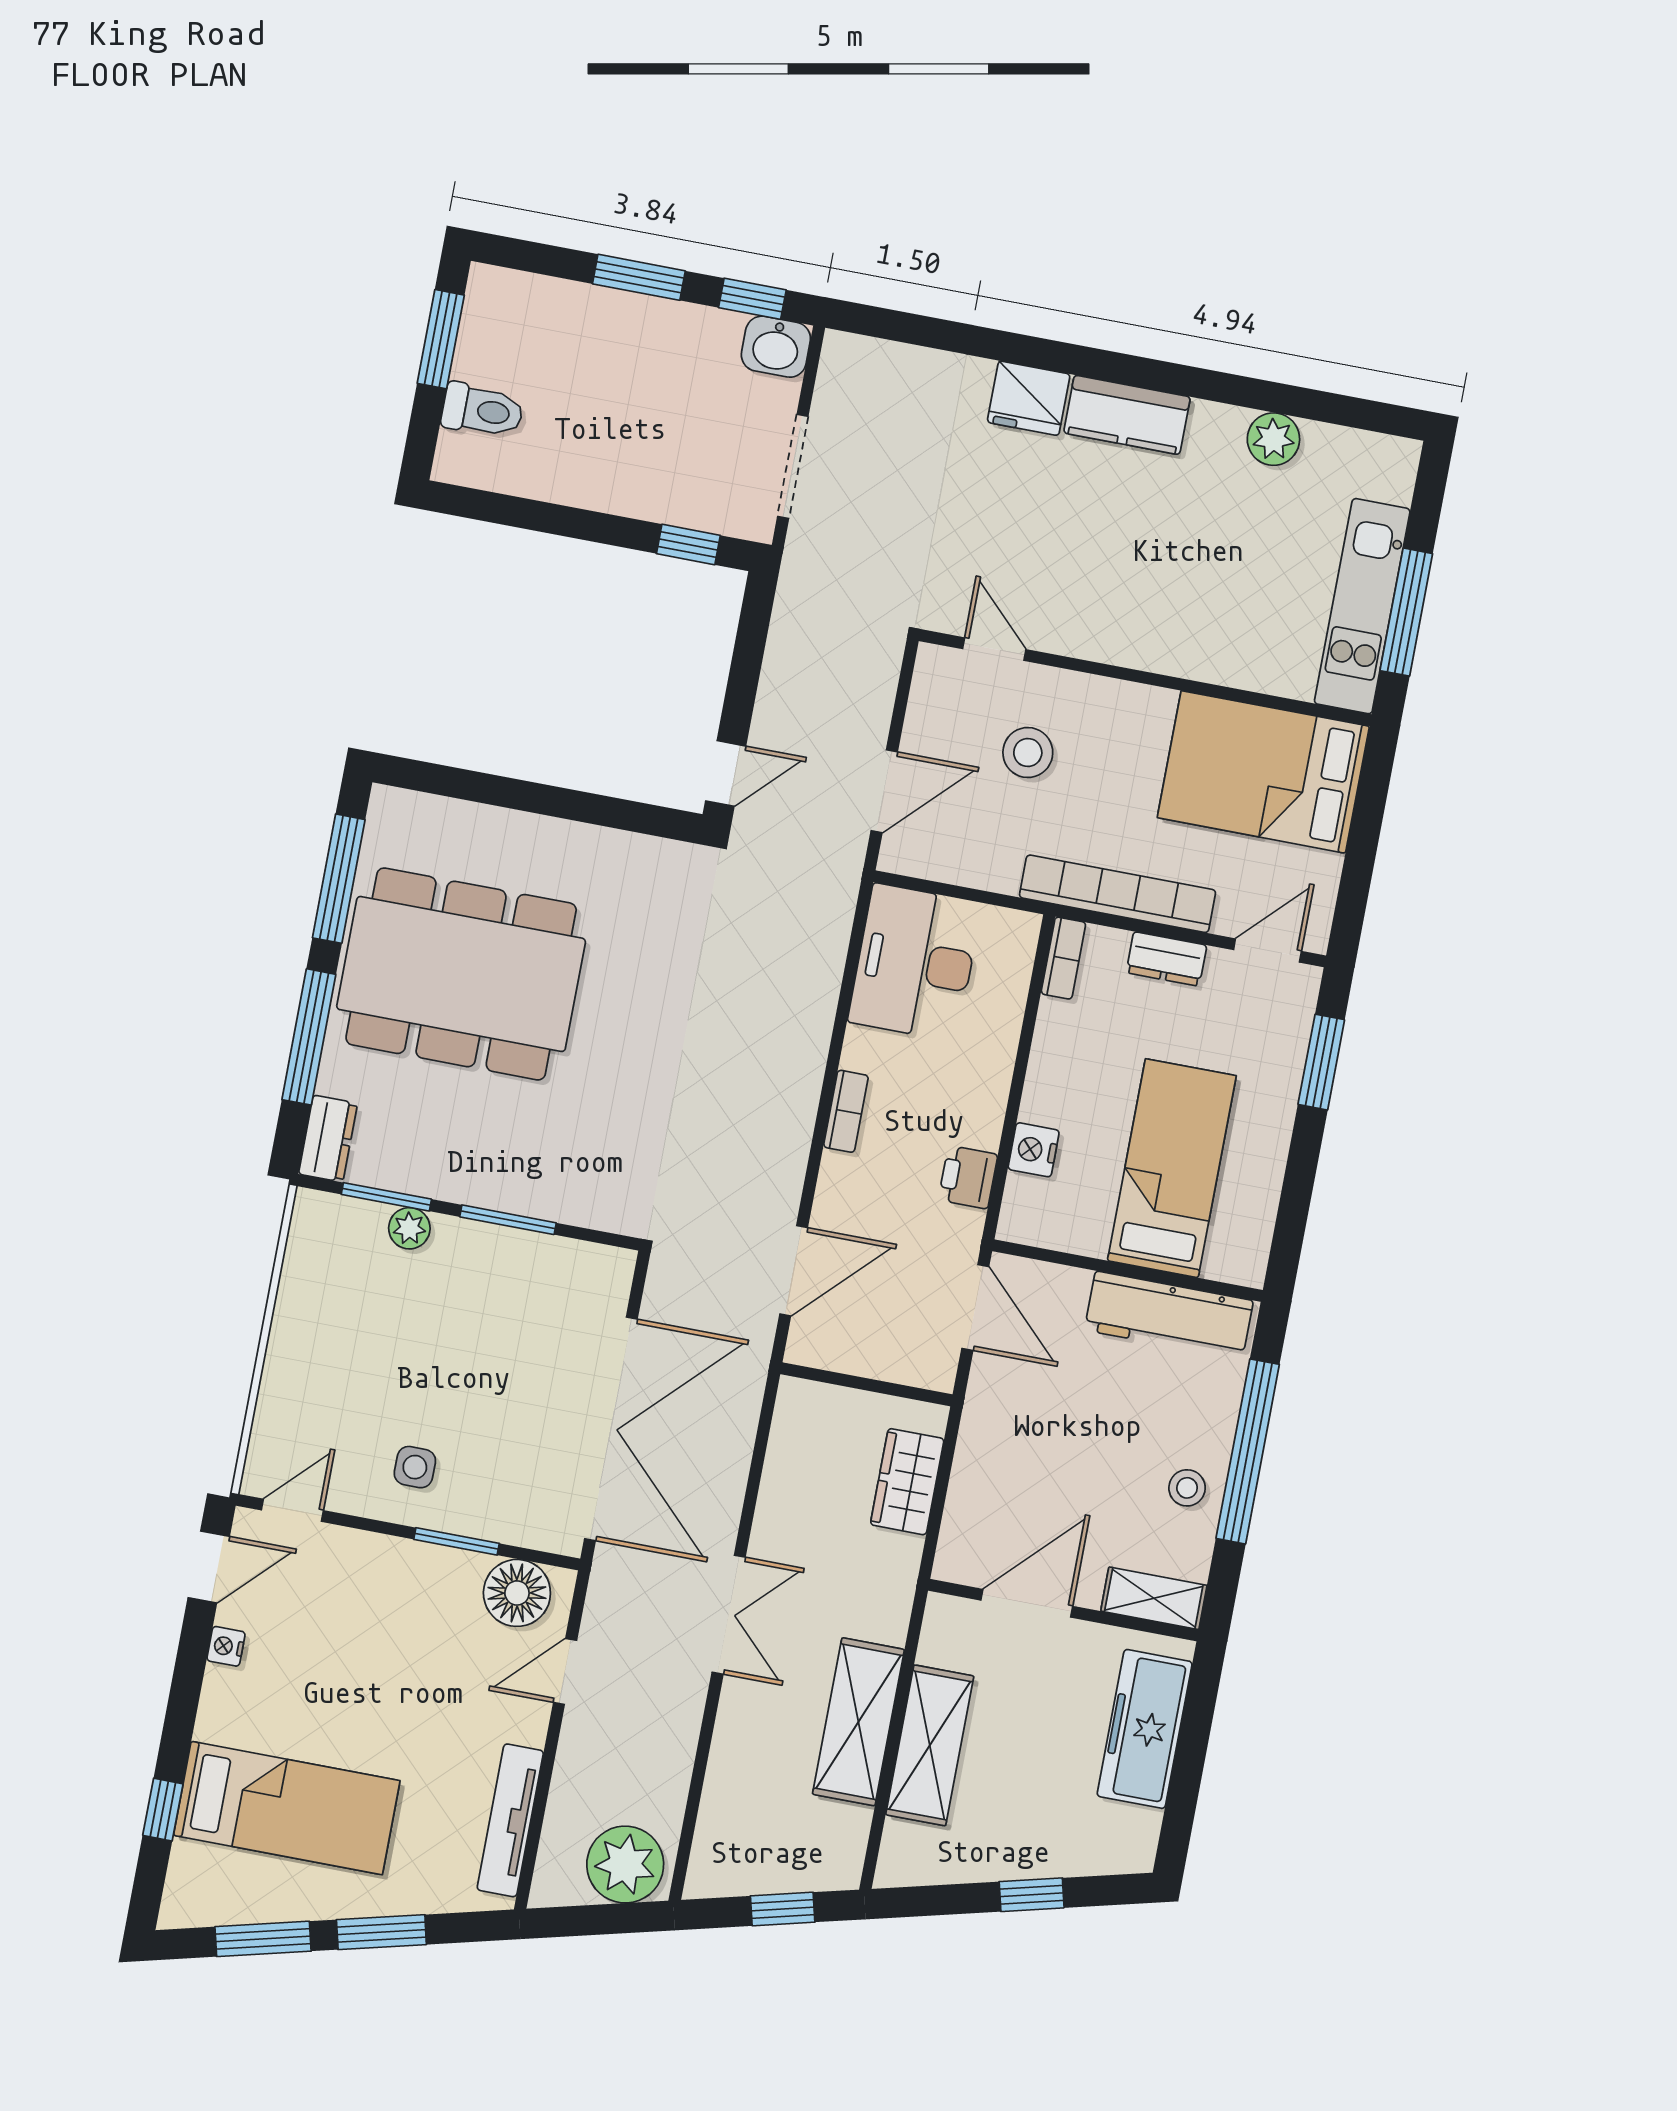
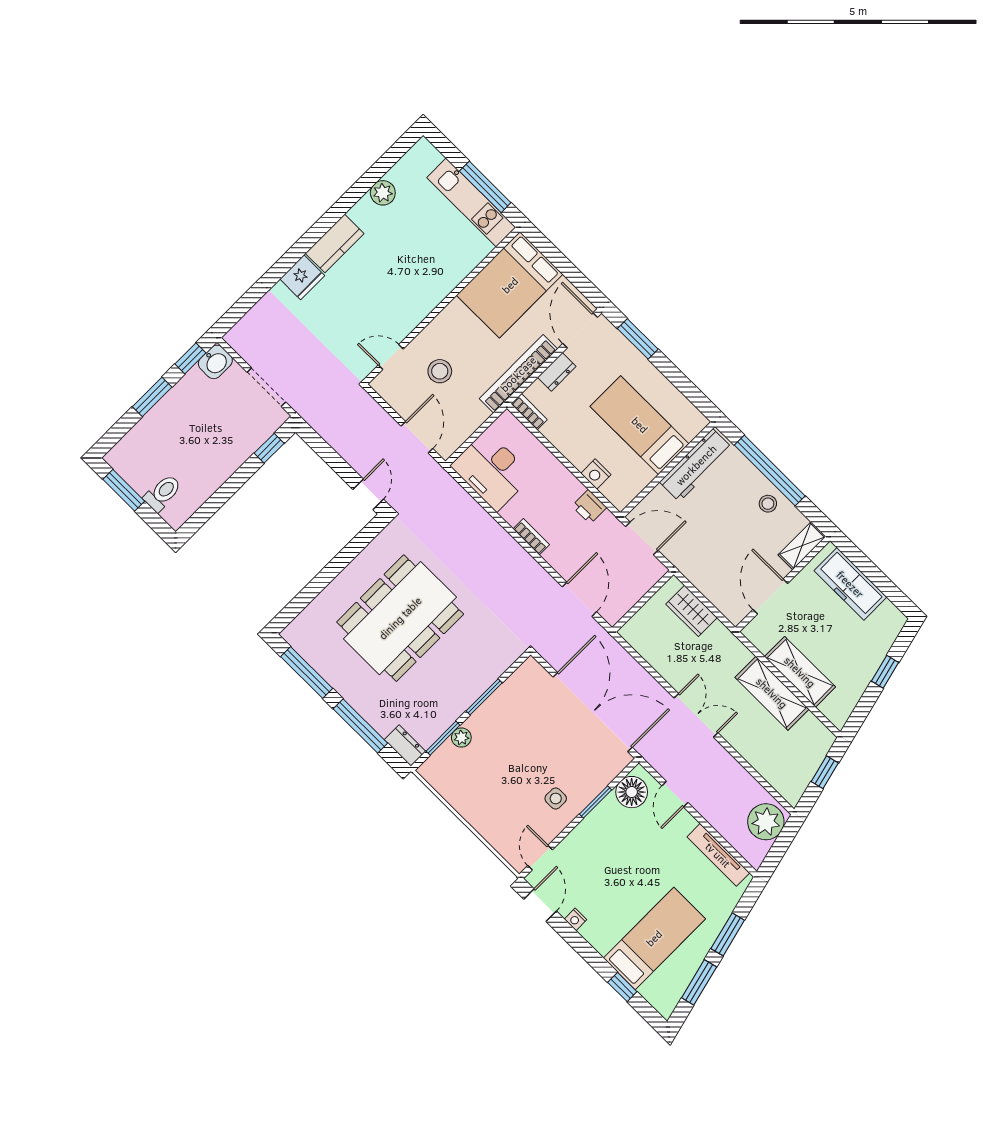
door: (1267, 950) -> (580, 330), width x1.38
dining table: (461, 974) -> (400, 618), moved

